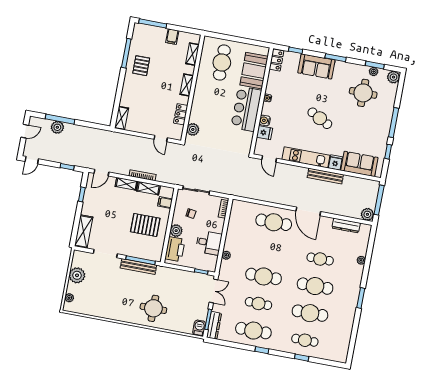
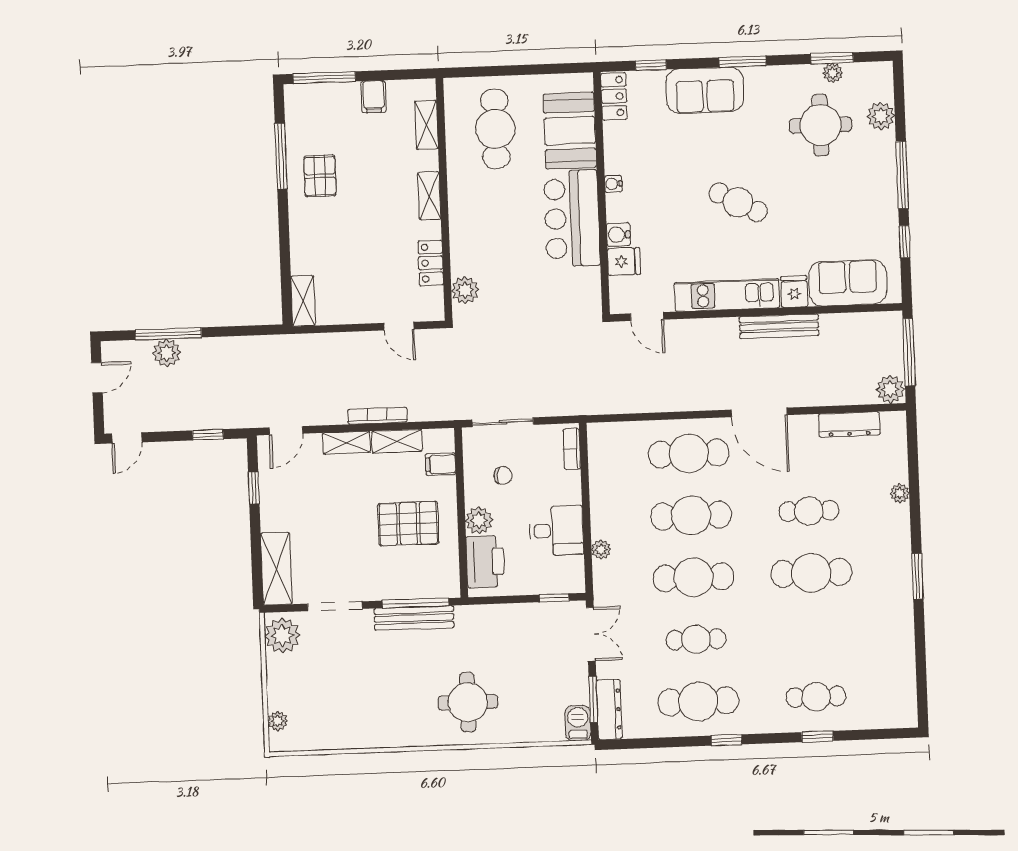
plant: (394, 77) -> (881, 116), moved
plant: (77, 275) -> (282, 636), moved
cafe table: (310, 313) -> (691, 515), moved

